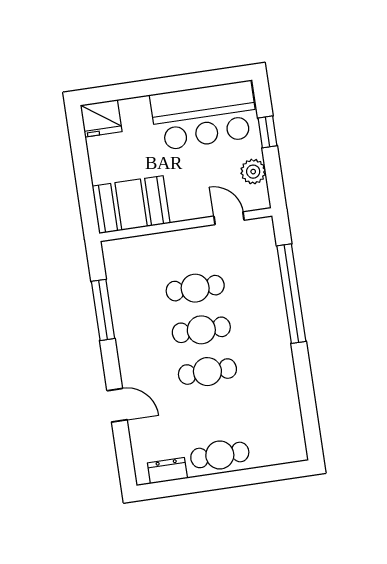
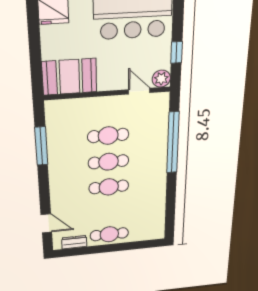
window: (267, 132) -> (176, 52), moved
plant: (253, 172) -> (161, 79), moved
door: (117, 405) -> (46, 223), moved

